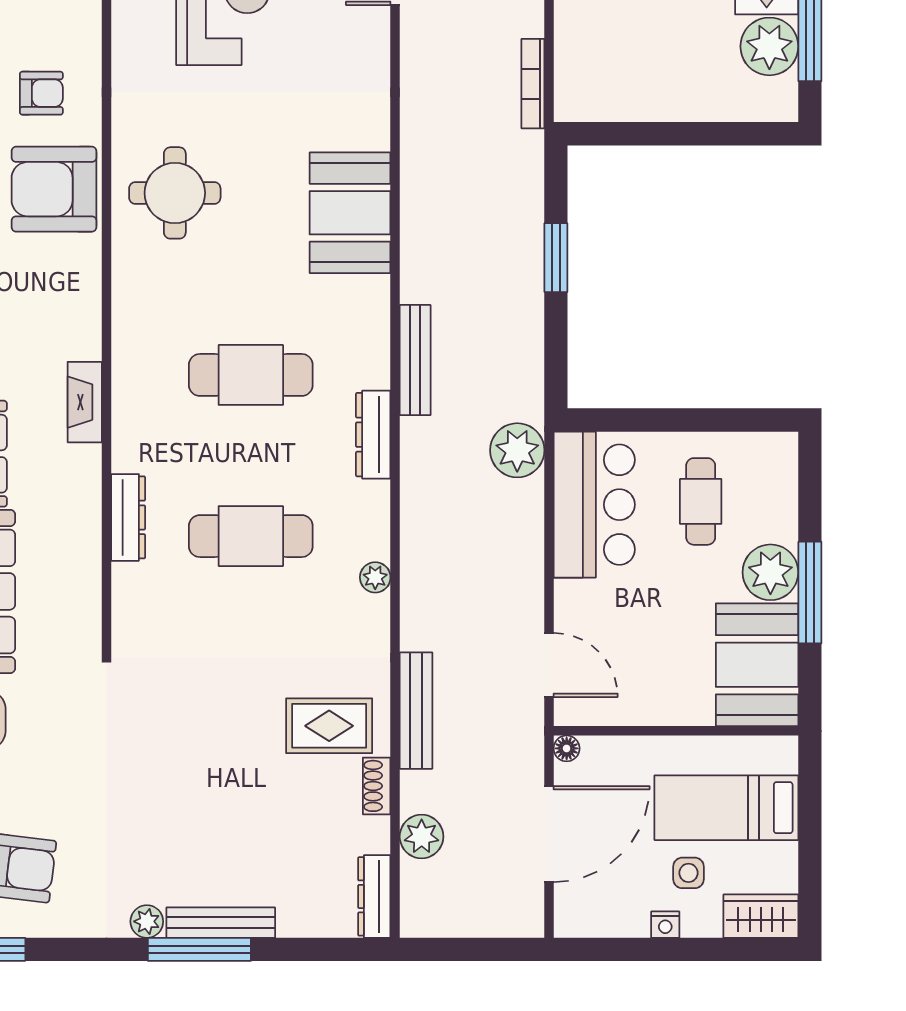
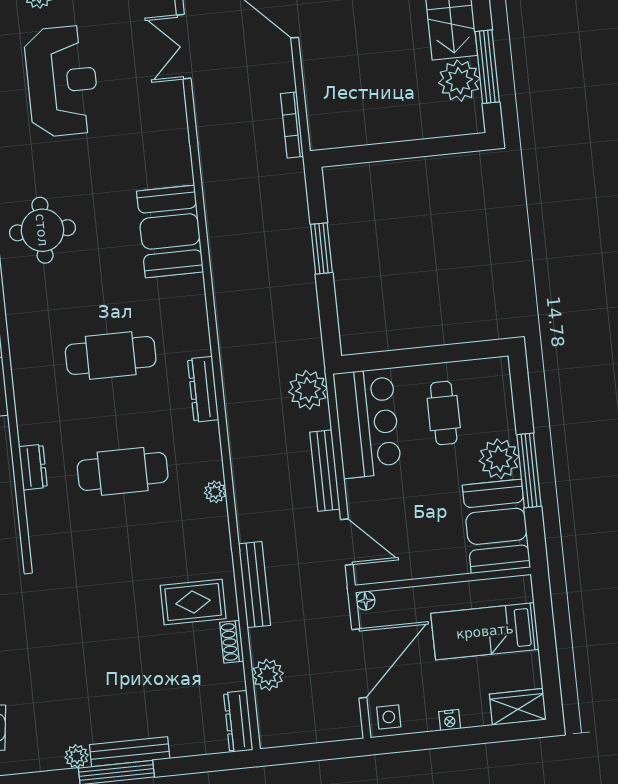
bench: (415, 360) -> (325, 471), moved
dresser: (128, 517) -> (33, 467), width x0.70
side table: (688, 873) -> (389, 717), moved

